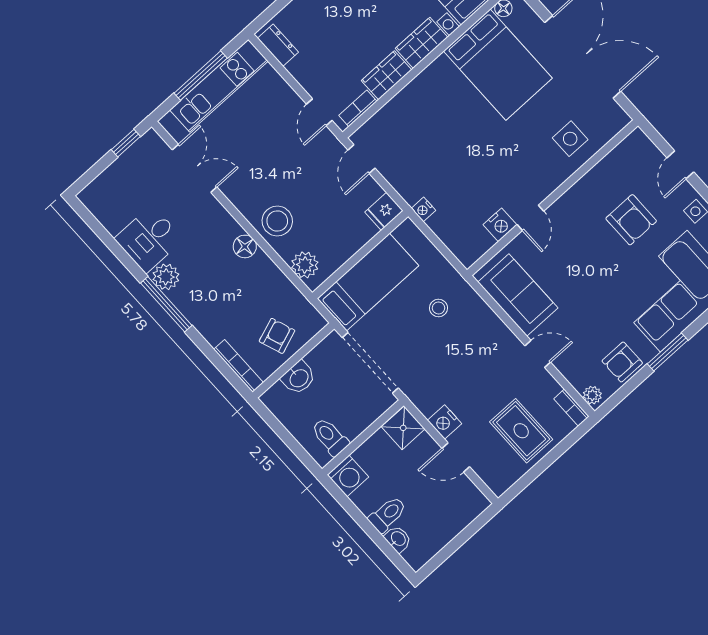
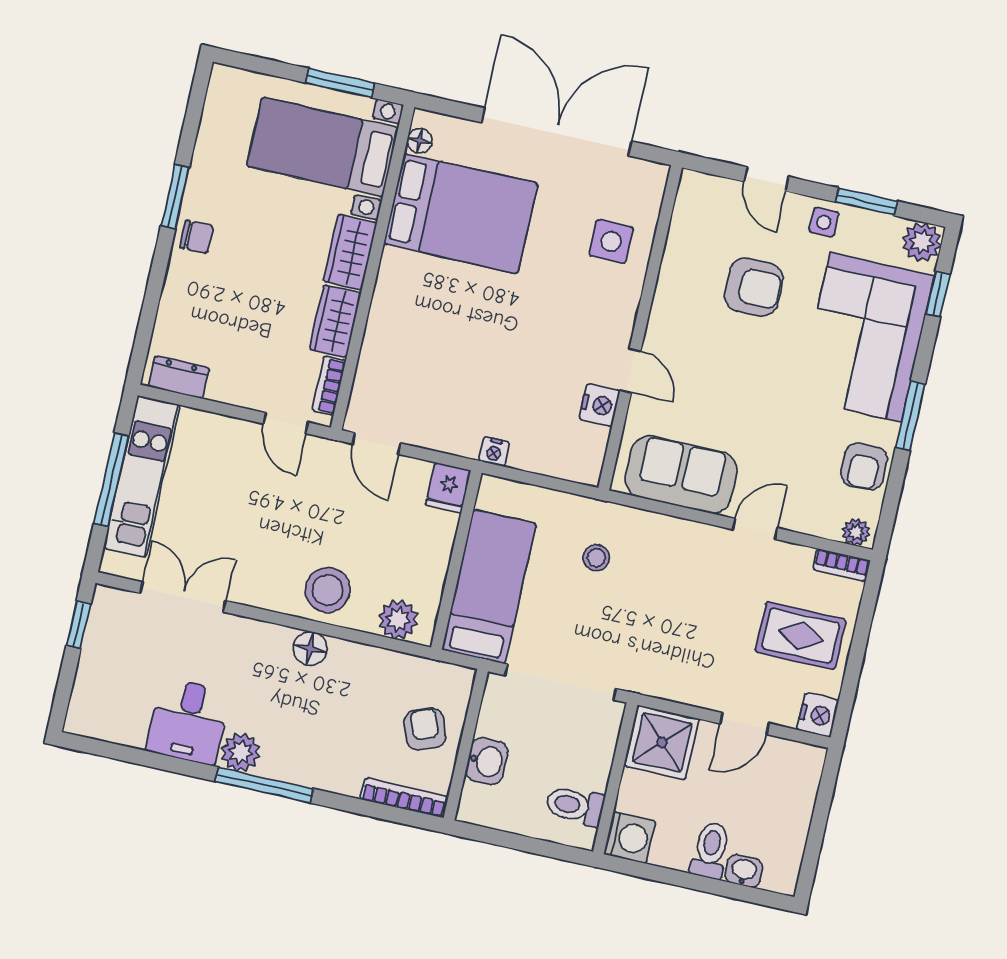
nightstand: (445, 422) -> (818, 715), moved, turned -90
shower: (403, 428) -> (662, 743), width x1.36, depth x1.36

